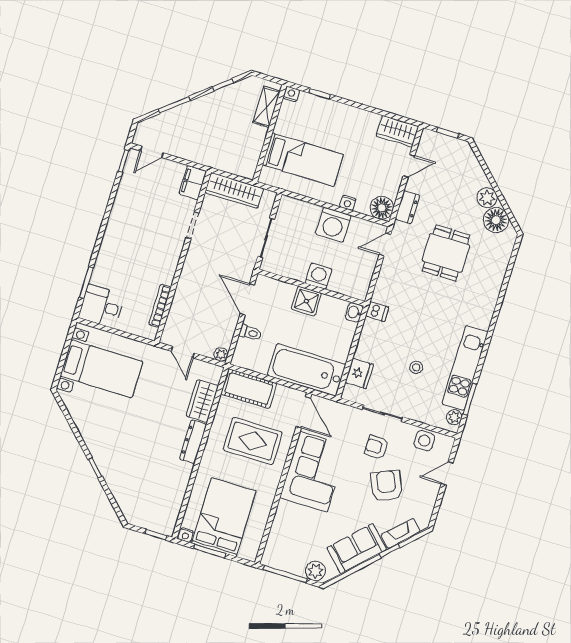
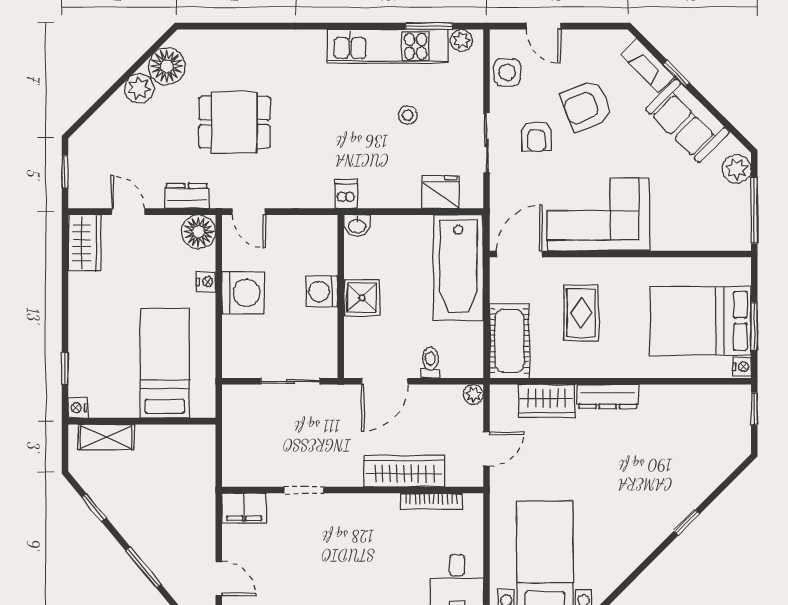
wardrobe: (234, 191) -> (404, 471), moved, turned -90
rug: (253, 441) -> (581, 313), width x0.73, depth x0.70

